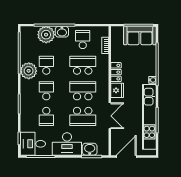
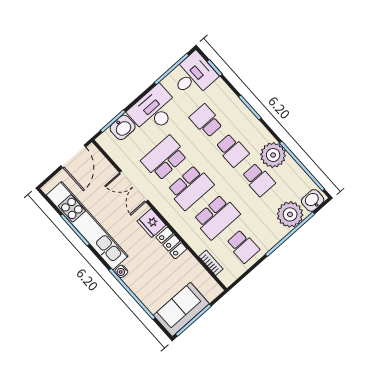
washbasin: (62, 32) -> (313, 200), moved

